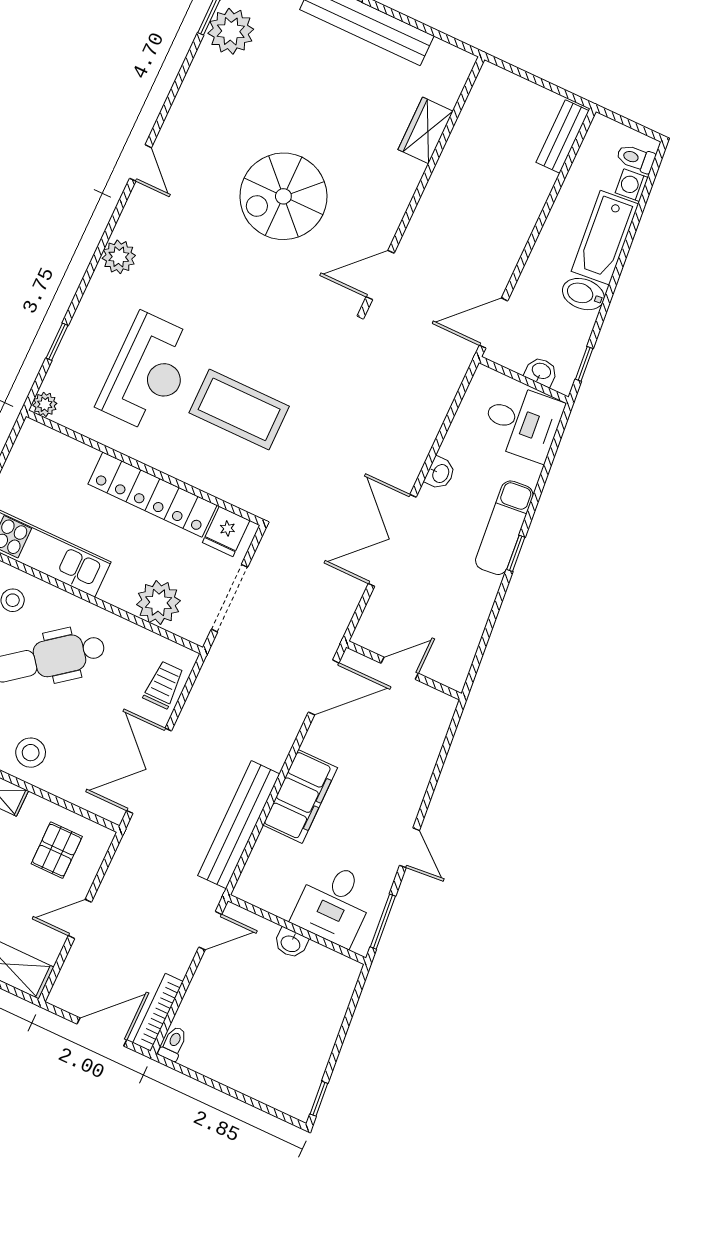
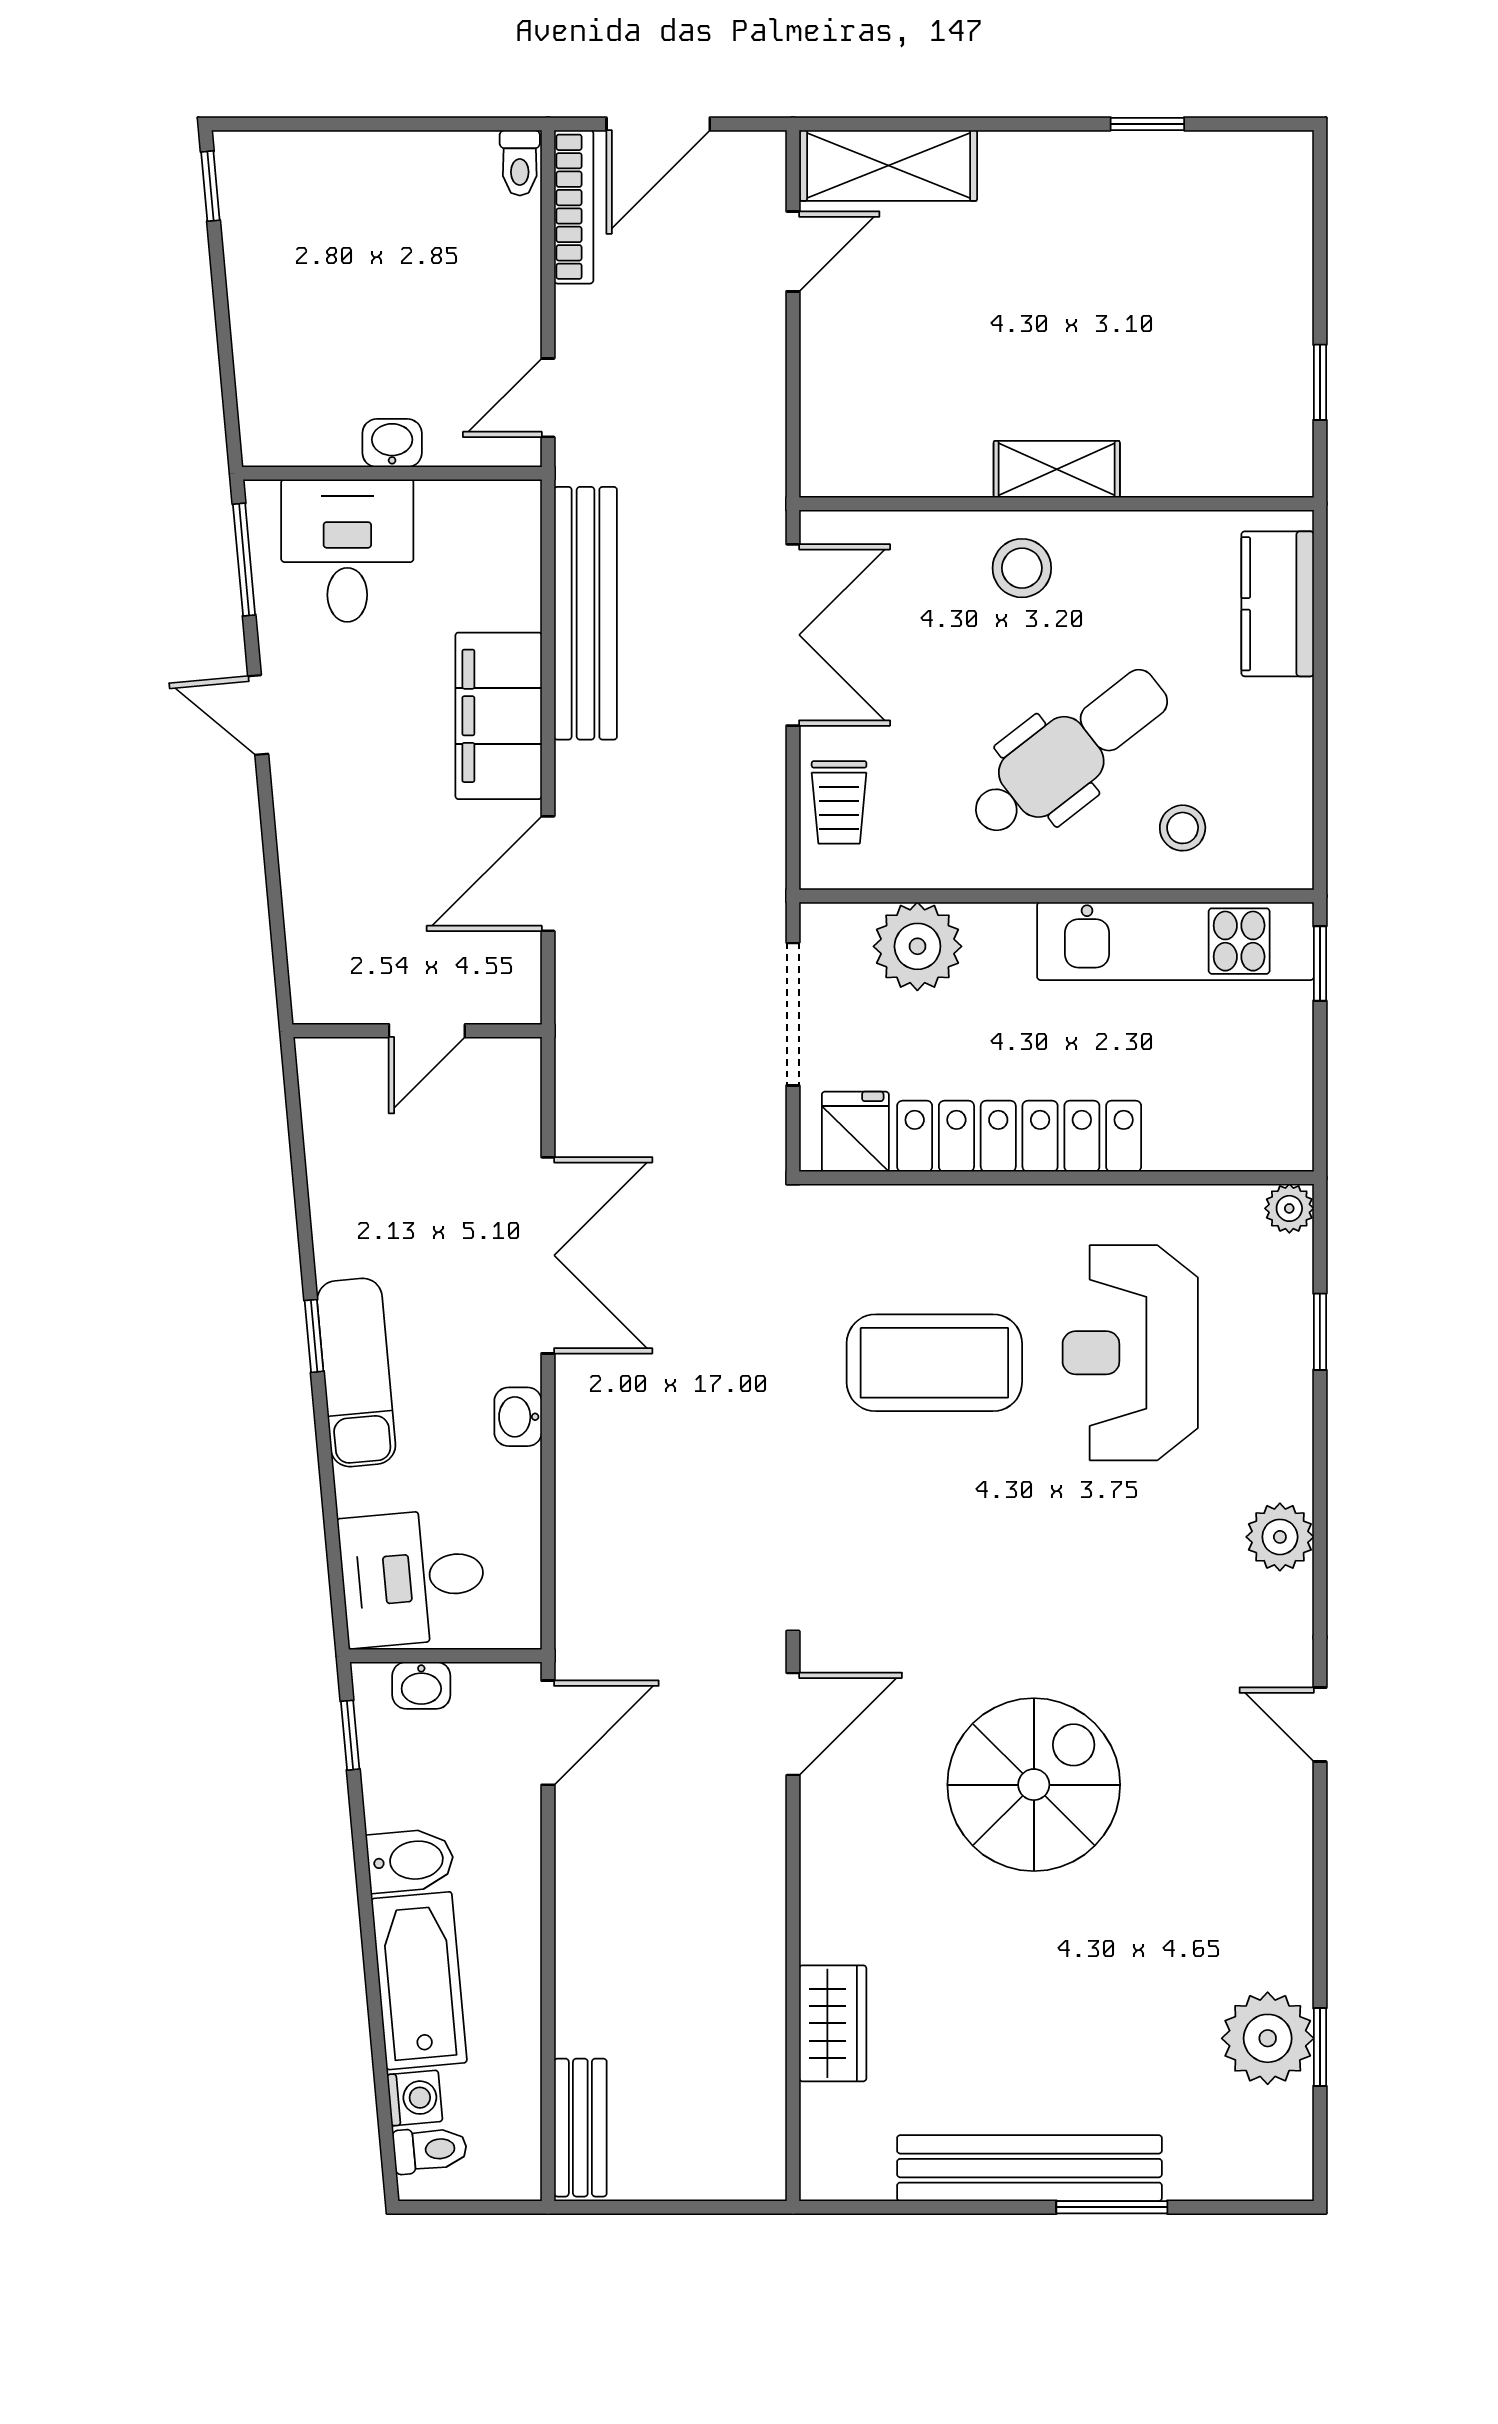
door: (324, 687) -> (548, 874), moved
pallet: (57, 850) -> (893, 414), removed
door: (80, 919) -> (793, 251), moved

